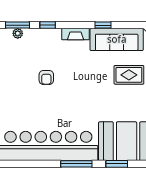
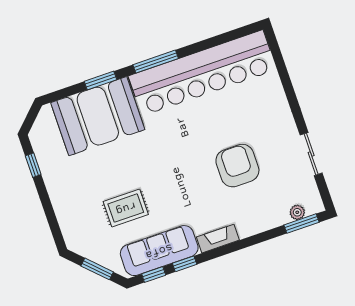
window: (48, 25) -> (154, 274), moved
armchair: (46, 77) -> (237, 166), width x1.88, depth x1.88

